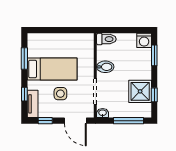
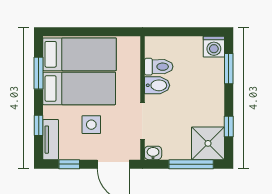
toilet: (106, 39) -> (159, 67), moved
bed: (52, 46) -> (80, 54), added
shower: (140, 91) -> (208, 143), moved

